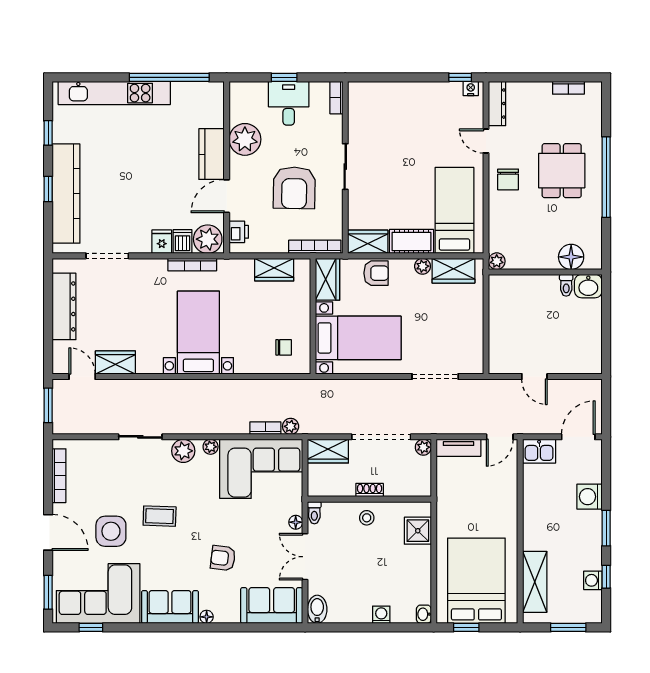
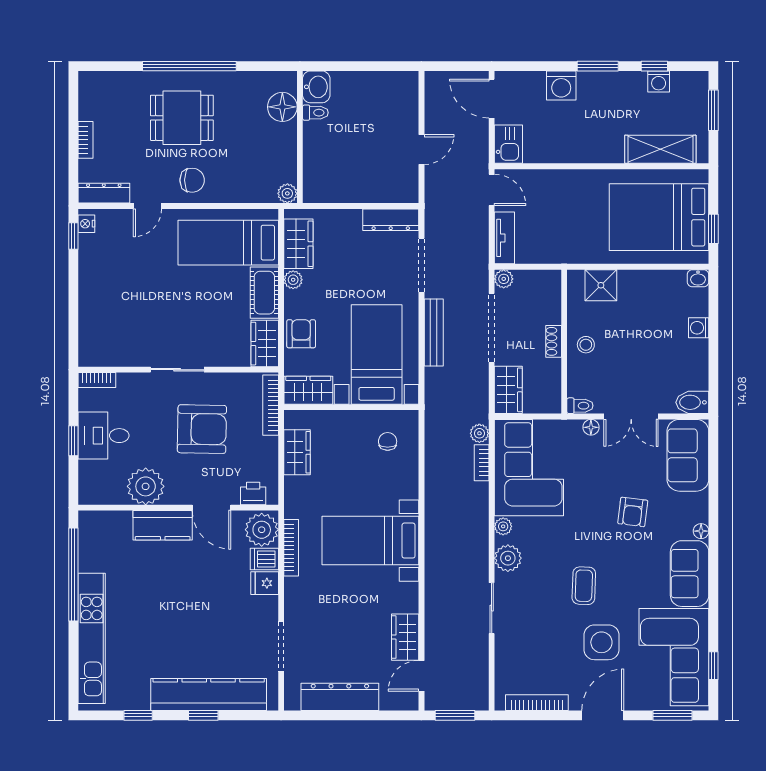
bookcase: (568, 88) -> (85, 140), moved
dresser: (474, 350) -> (391, 220), added
bench: (377, 387) -> (434, 333), added

